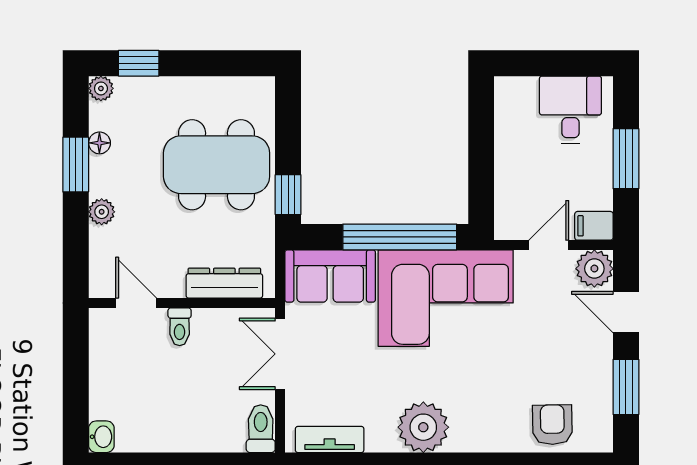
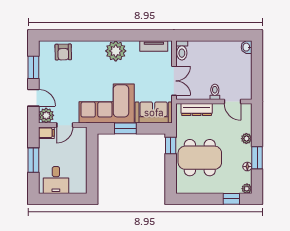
window: (400, 237) -> (125, 128), width x0.47

